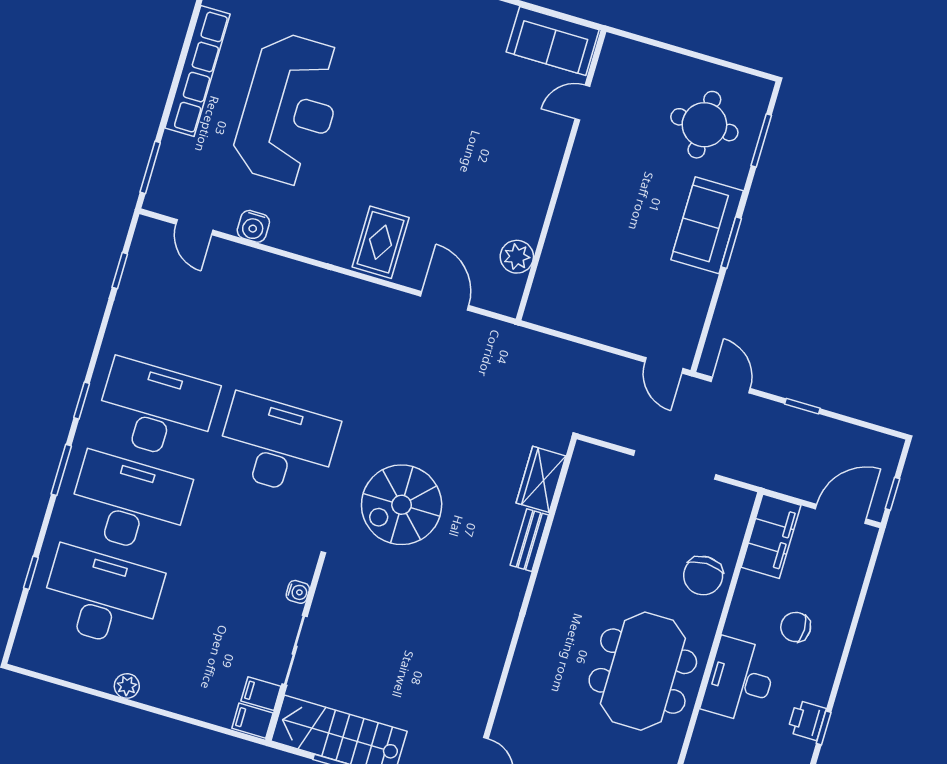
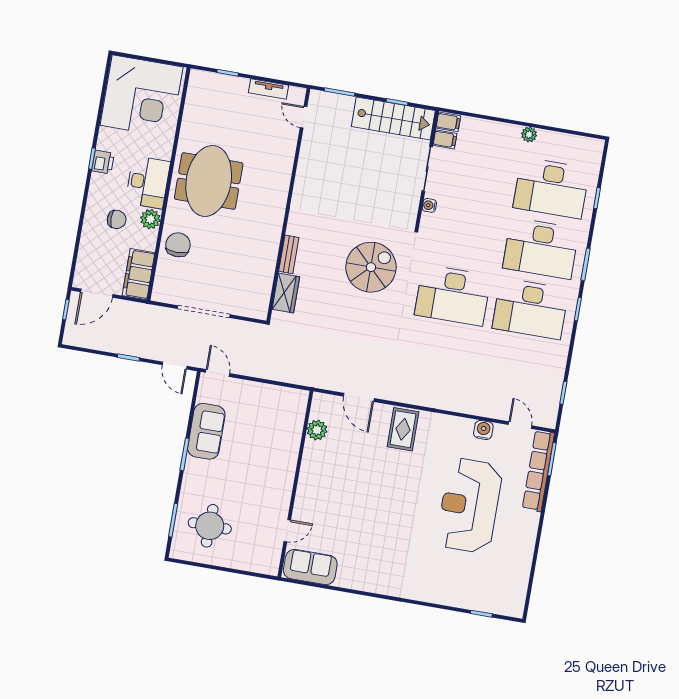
row of seats: (197, 71) -> (538, 471), moved
sofa: (707, 225) -> (206, 431), moved
plant: (742, 621) -> (150, 219), added

